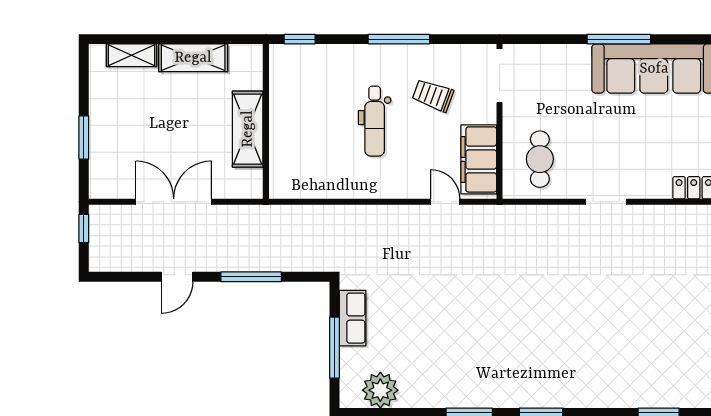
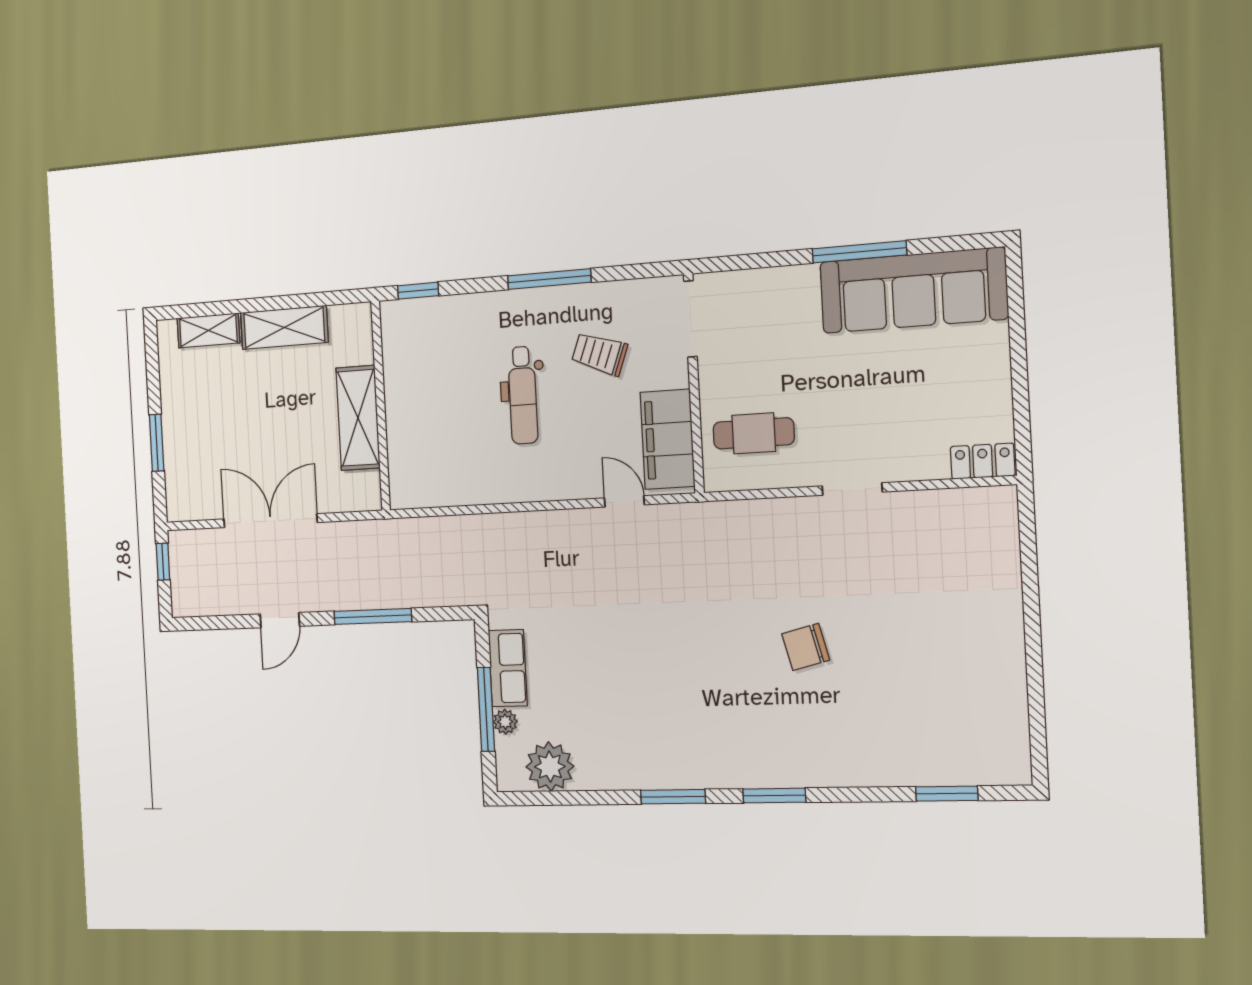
cafe table: (540, 159) -> (754, 433), turned 90
chair: (568, 310) -> (806, 647), added
plant: (349, 357) -> (505, 722), added

